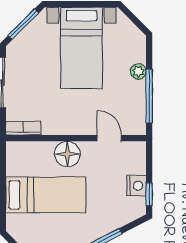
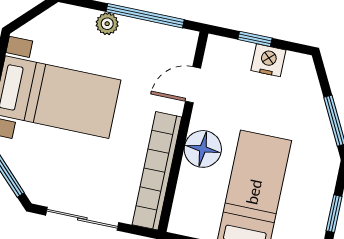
bookcase: (23, 128) -> (157, 171), width x2.31, depth x1.31
window: (149, 194) -> (255, 39), moved

